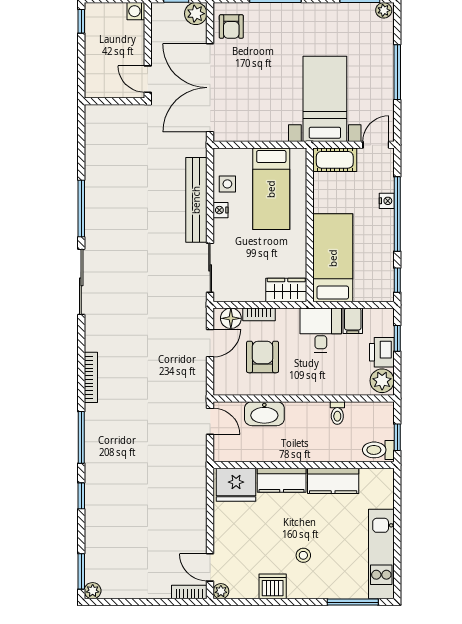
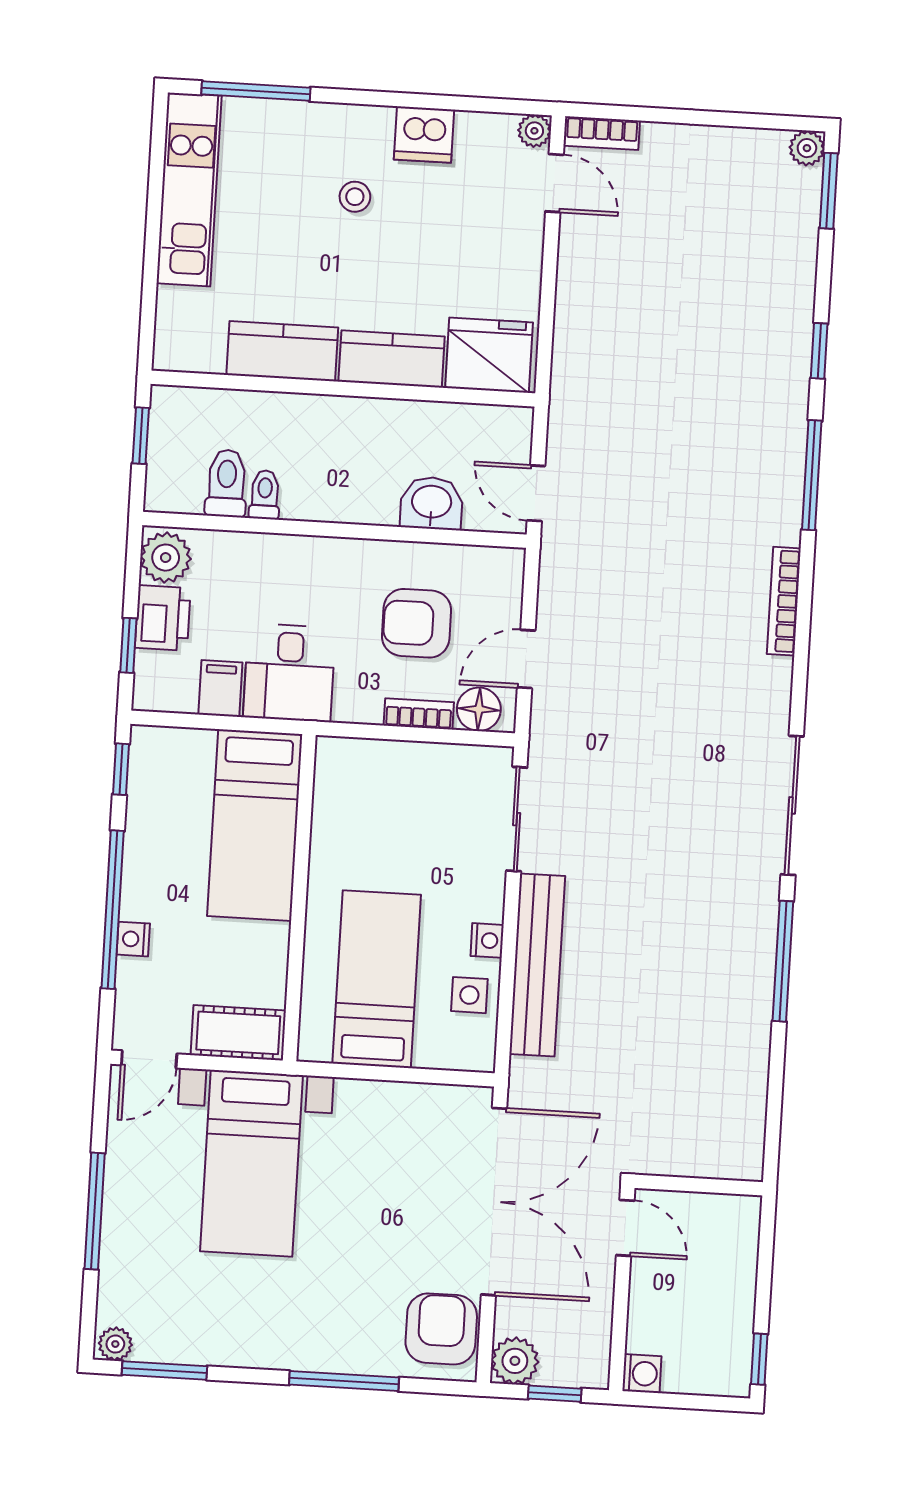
armchair: (231, 27) -> (441, 1329), width x1.38, depth x1.38
wardrobe: (286, 290) -> (358, 763), removed
armchair: (263, 357) -> (416, 623), turned 90
washbasin: (264, 414) -> (431, 503), width x0.72
toilet: (378, 450) -> (226, 483), moved, turned -90

